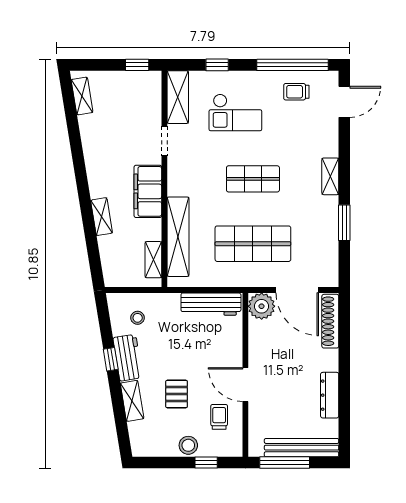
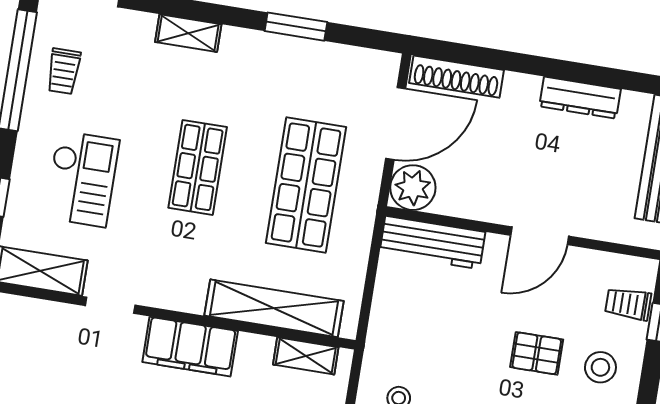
shelving: (330, 176) -> (188, 33), moved
workbench: (211, 304) -> (432, 243), moved, turned 90
trolley: (219, 417) -> (628, 304), moved
stool: (188, 445) -> (600, 367), moved

